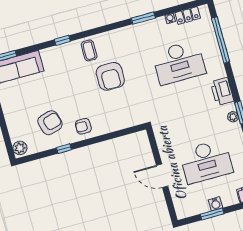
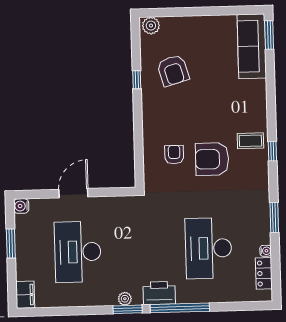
window: (62, 40) -> (272, 151), moved
window: (221, 40) -> (180, 308), moved
armchair: (83, 126) -> (174, 155), moved
water cooler: (216, 204) -> (21, 206), moved

